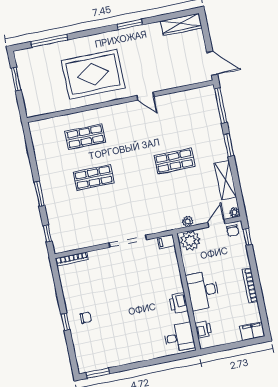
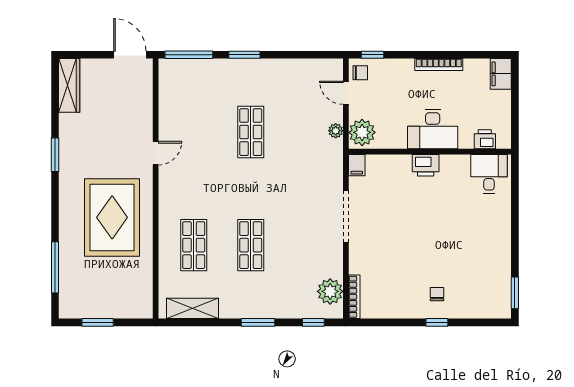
door: (212, 63) -> (130, 55), hinge flipped
shelving: (225, 180) -> (193, 308), moved
plant: (235, 212) -> (330, 291), moved, width x1.88, depth x1.88
printer: (179, 303) -> (426, 165), moved

